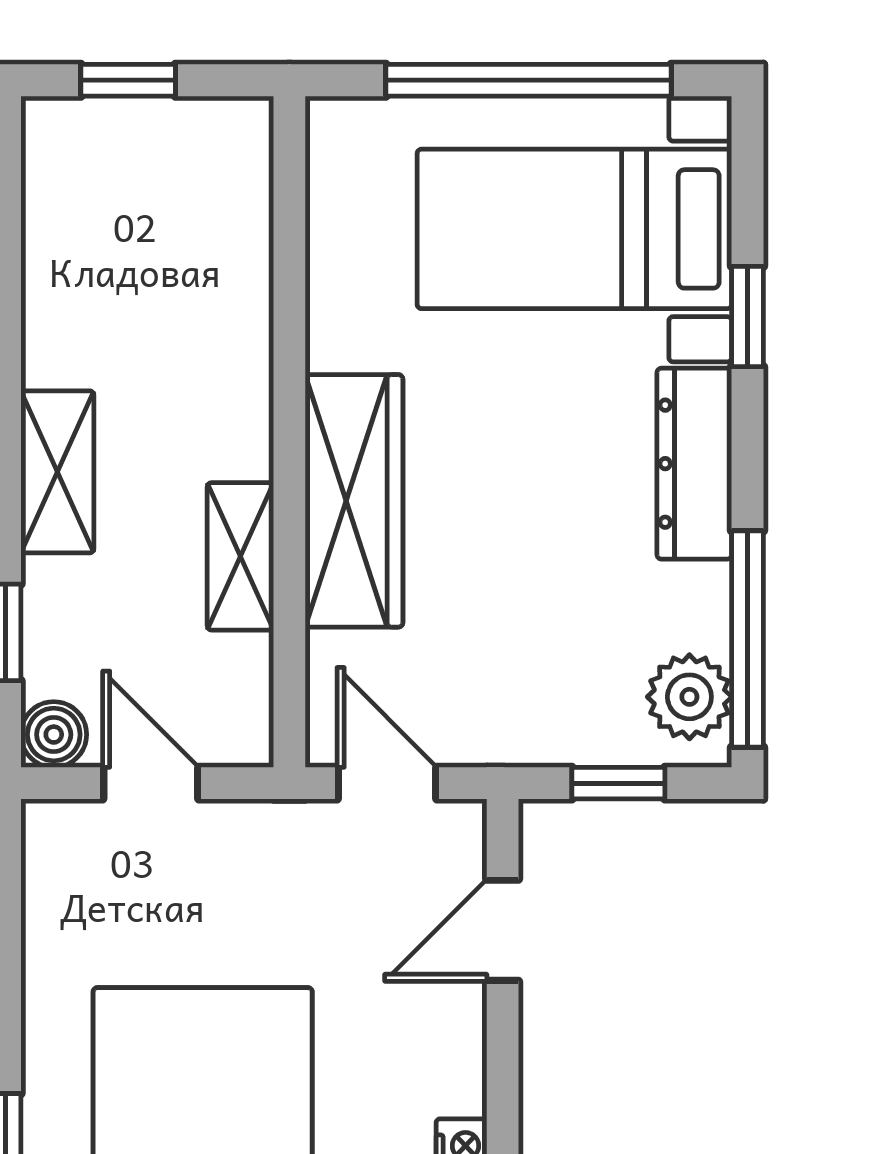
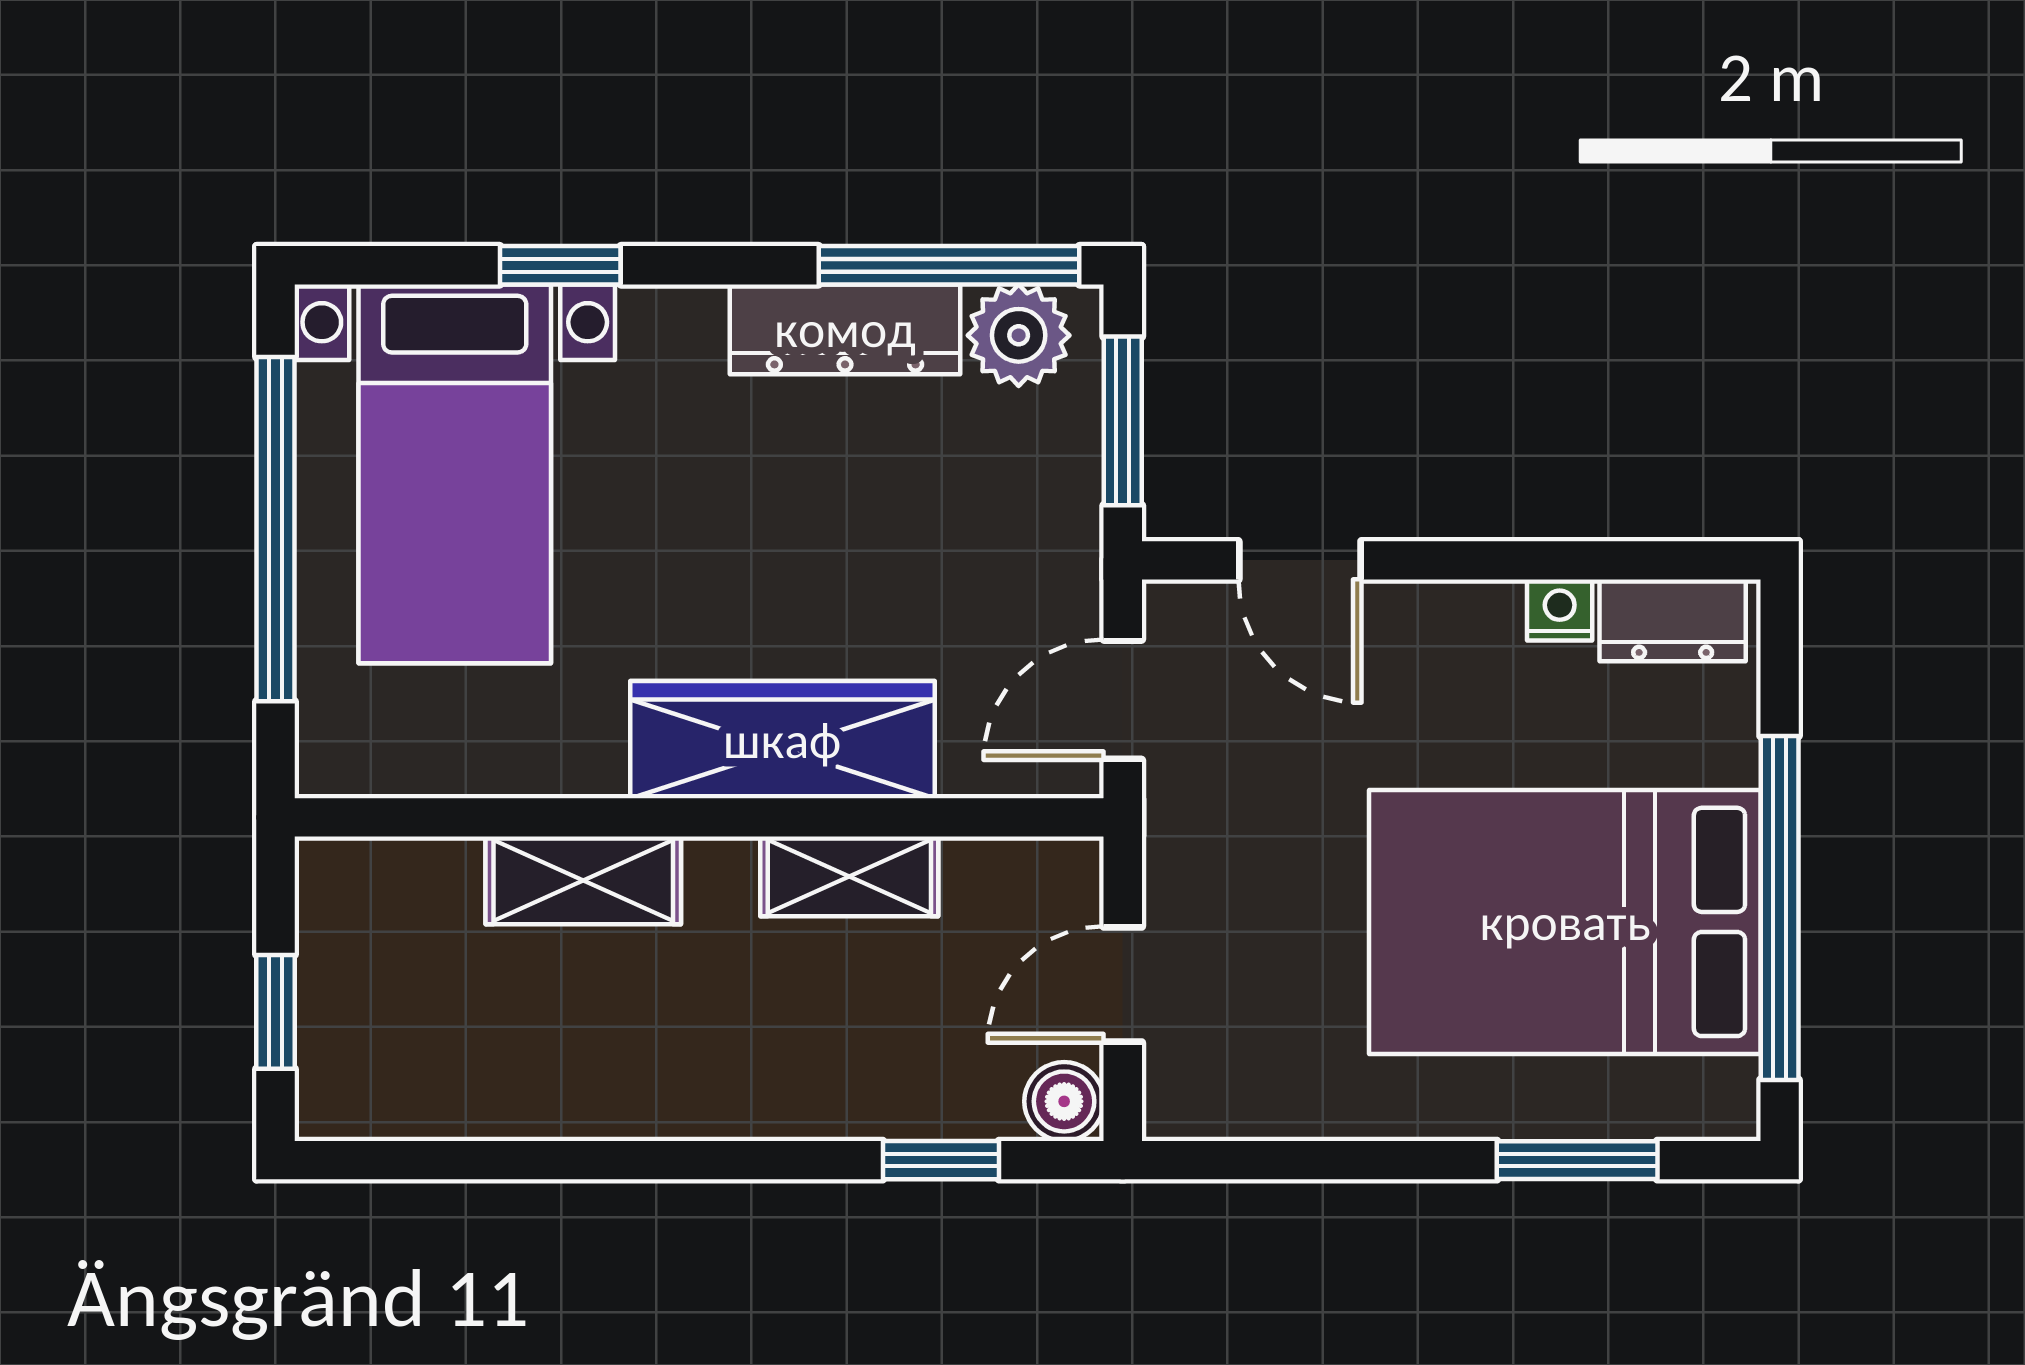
dresser: (694, 464) -> (845, 329), moved
shelving: (57, 472) -> (583, 880), moved
window: (618, 783) -> (1123, 421), width x1.50

